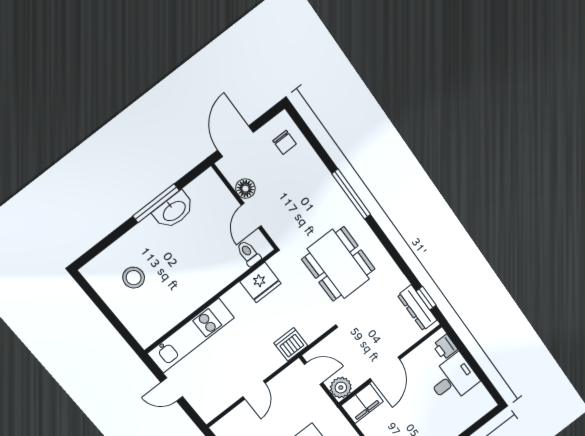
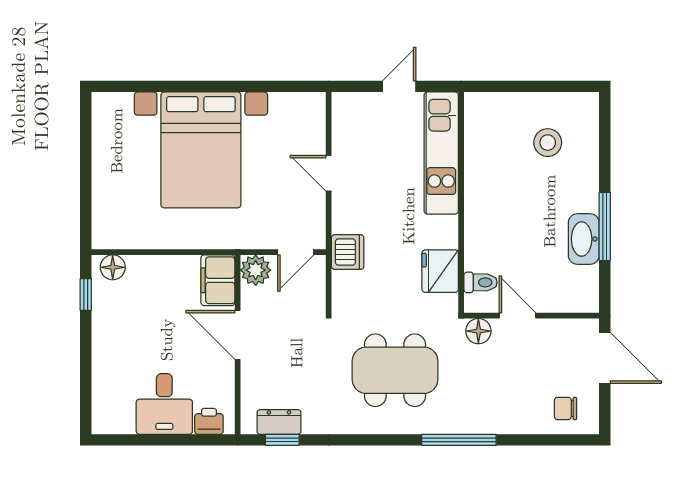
floor lamp: (245, 189) -> (478, 331), moved
dresser: (417, 308) -> (279, 422), width x0.70

